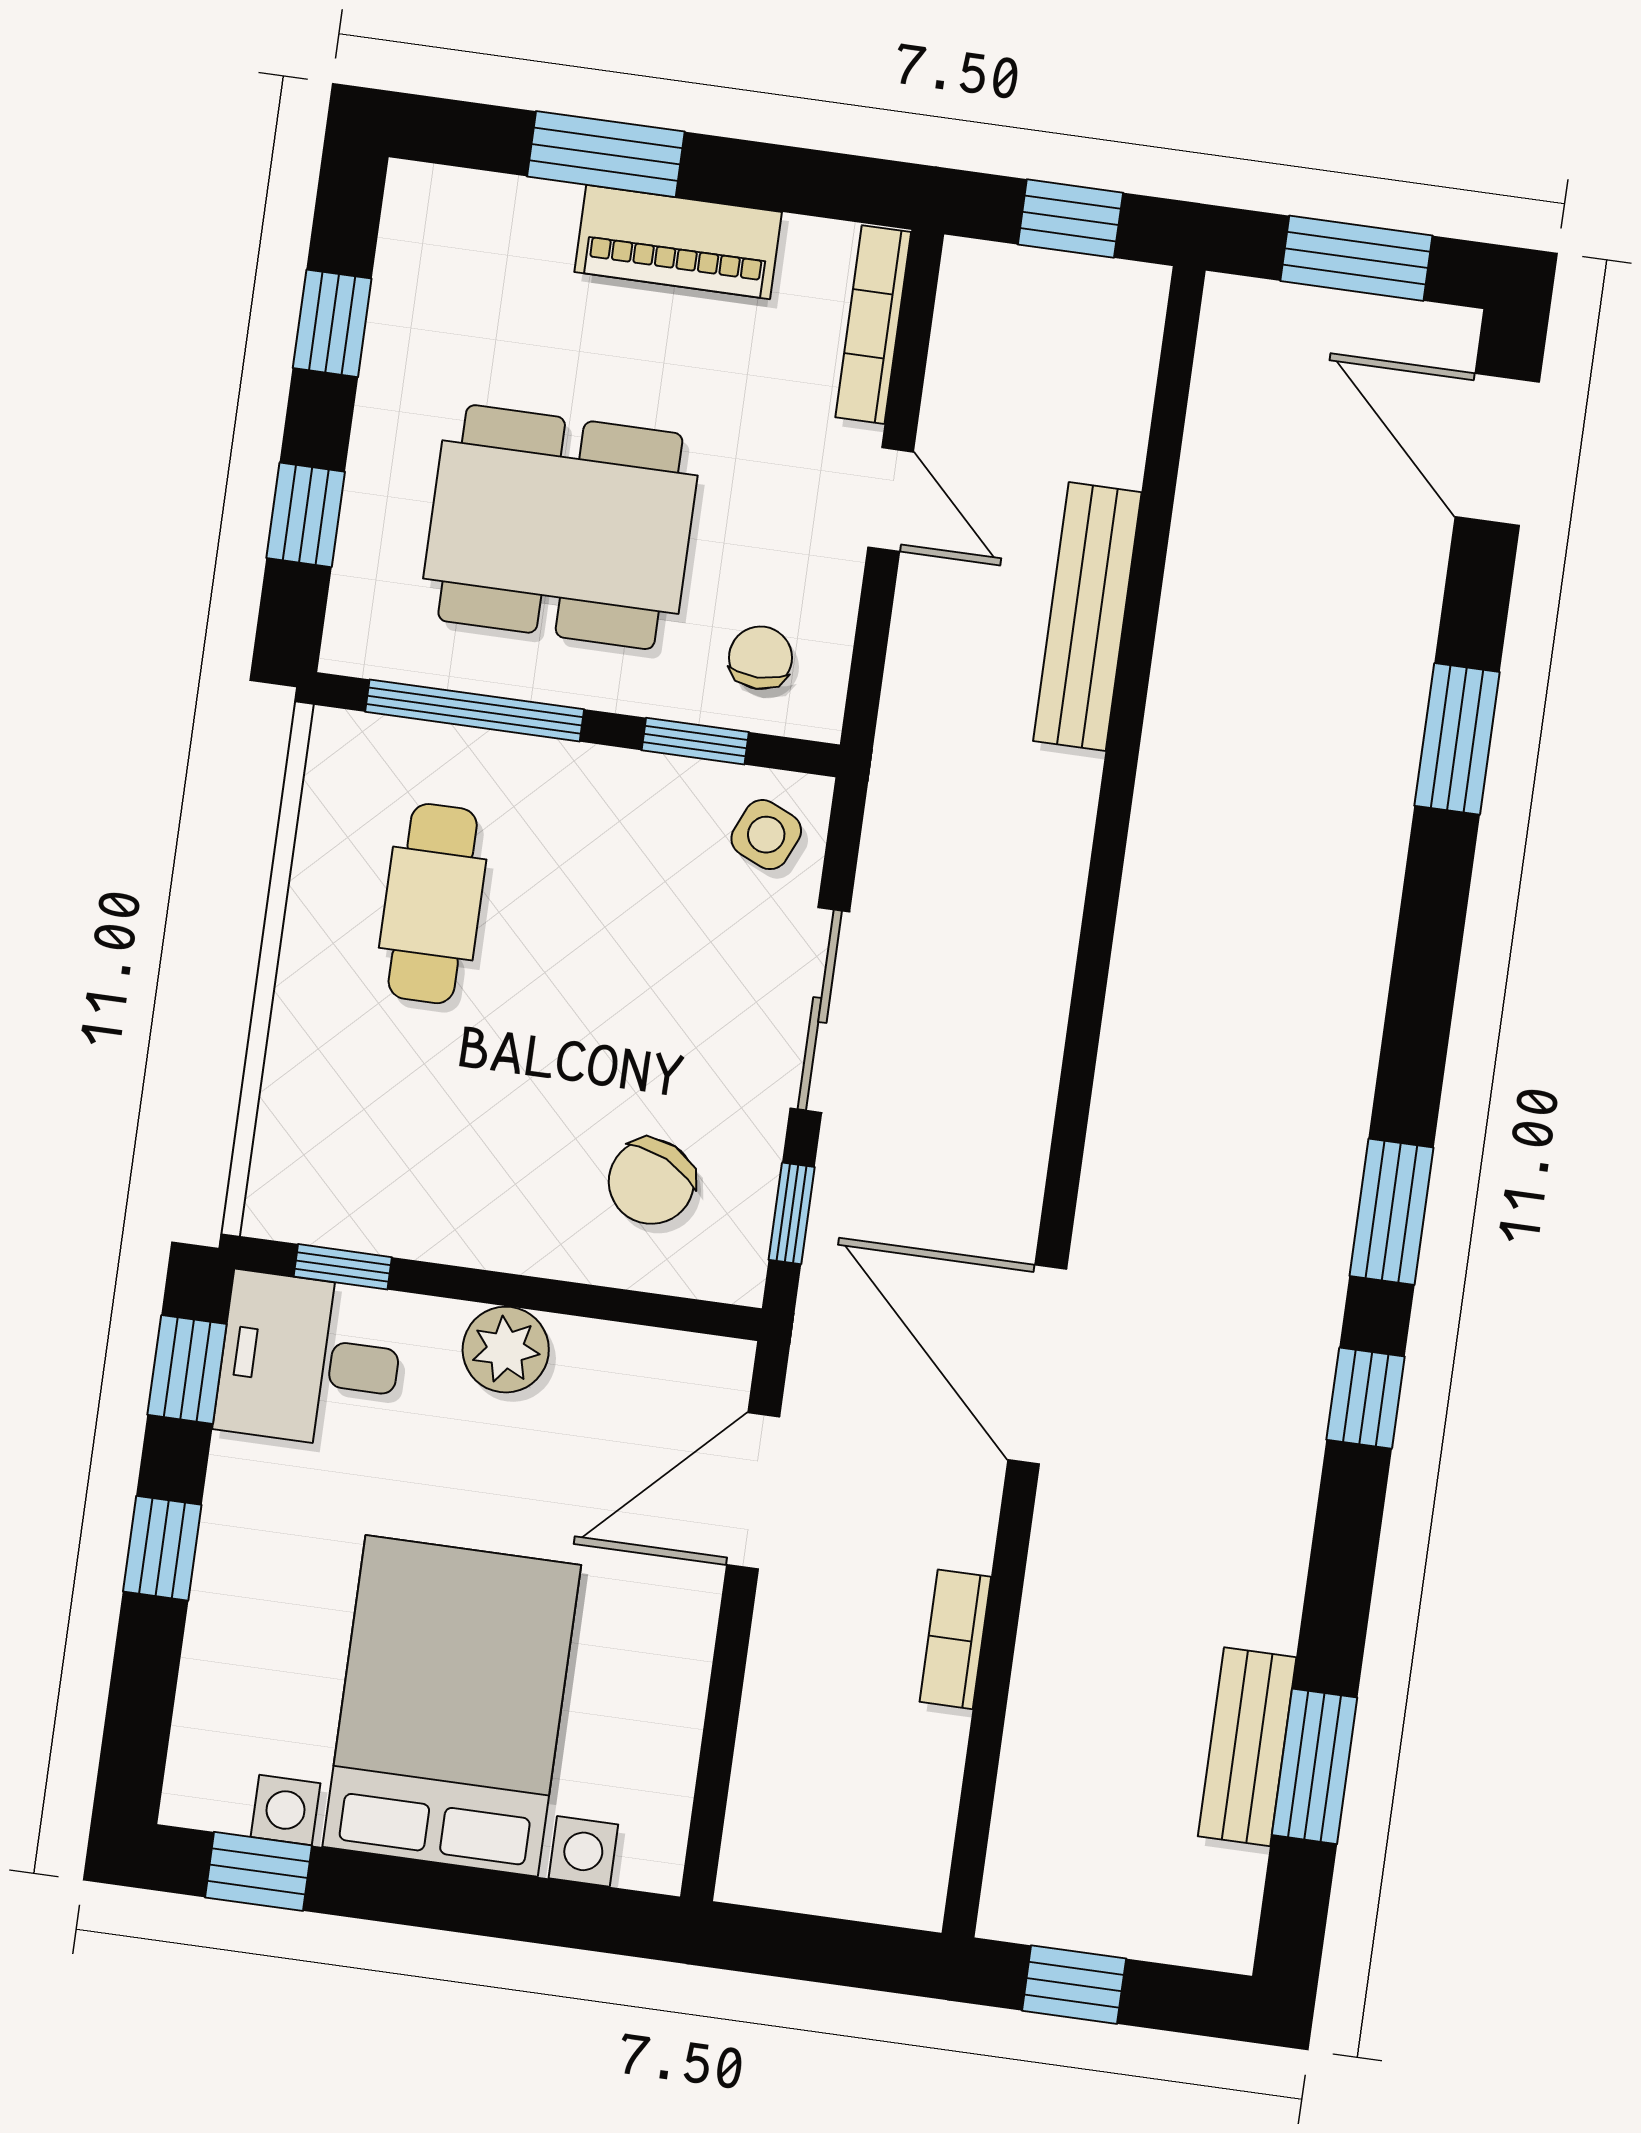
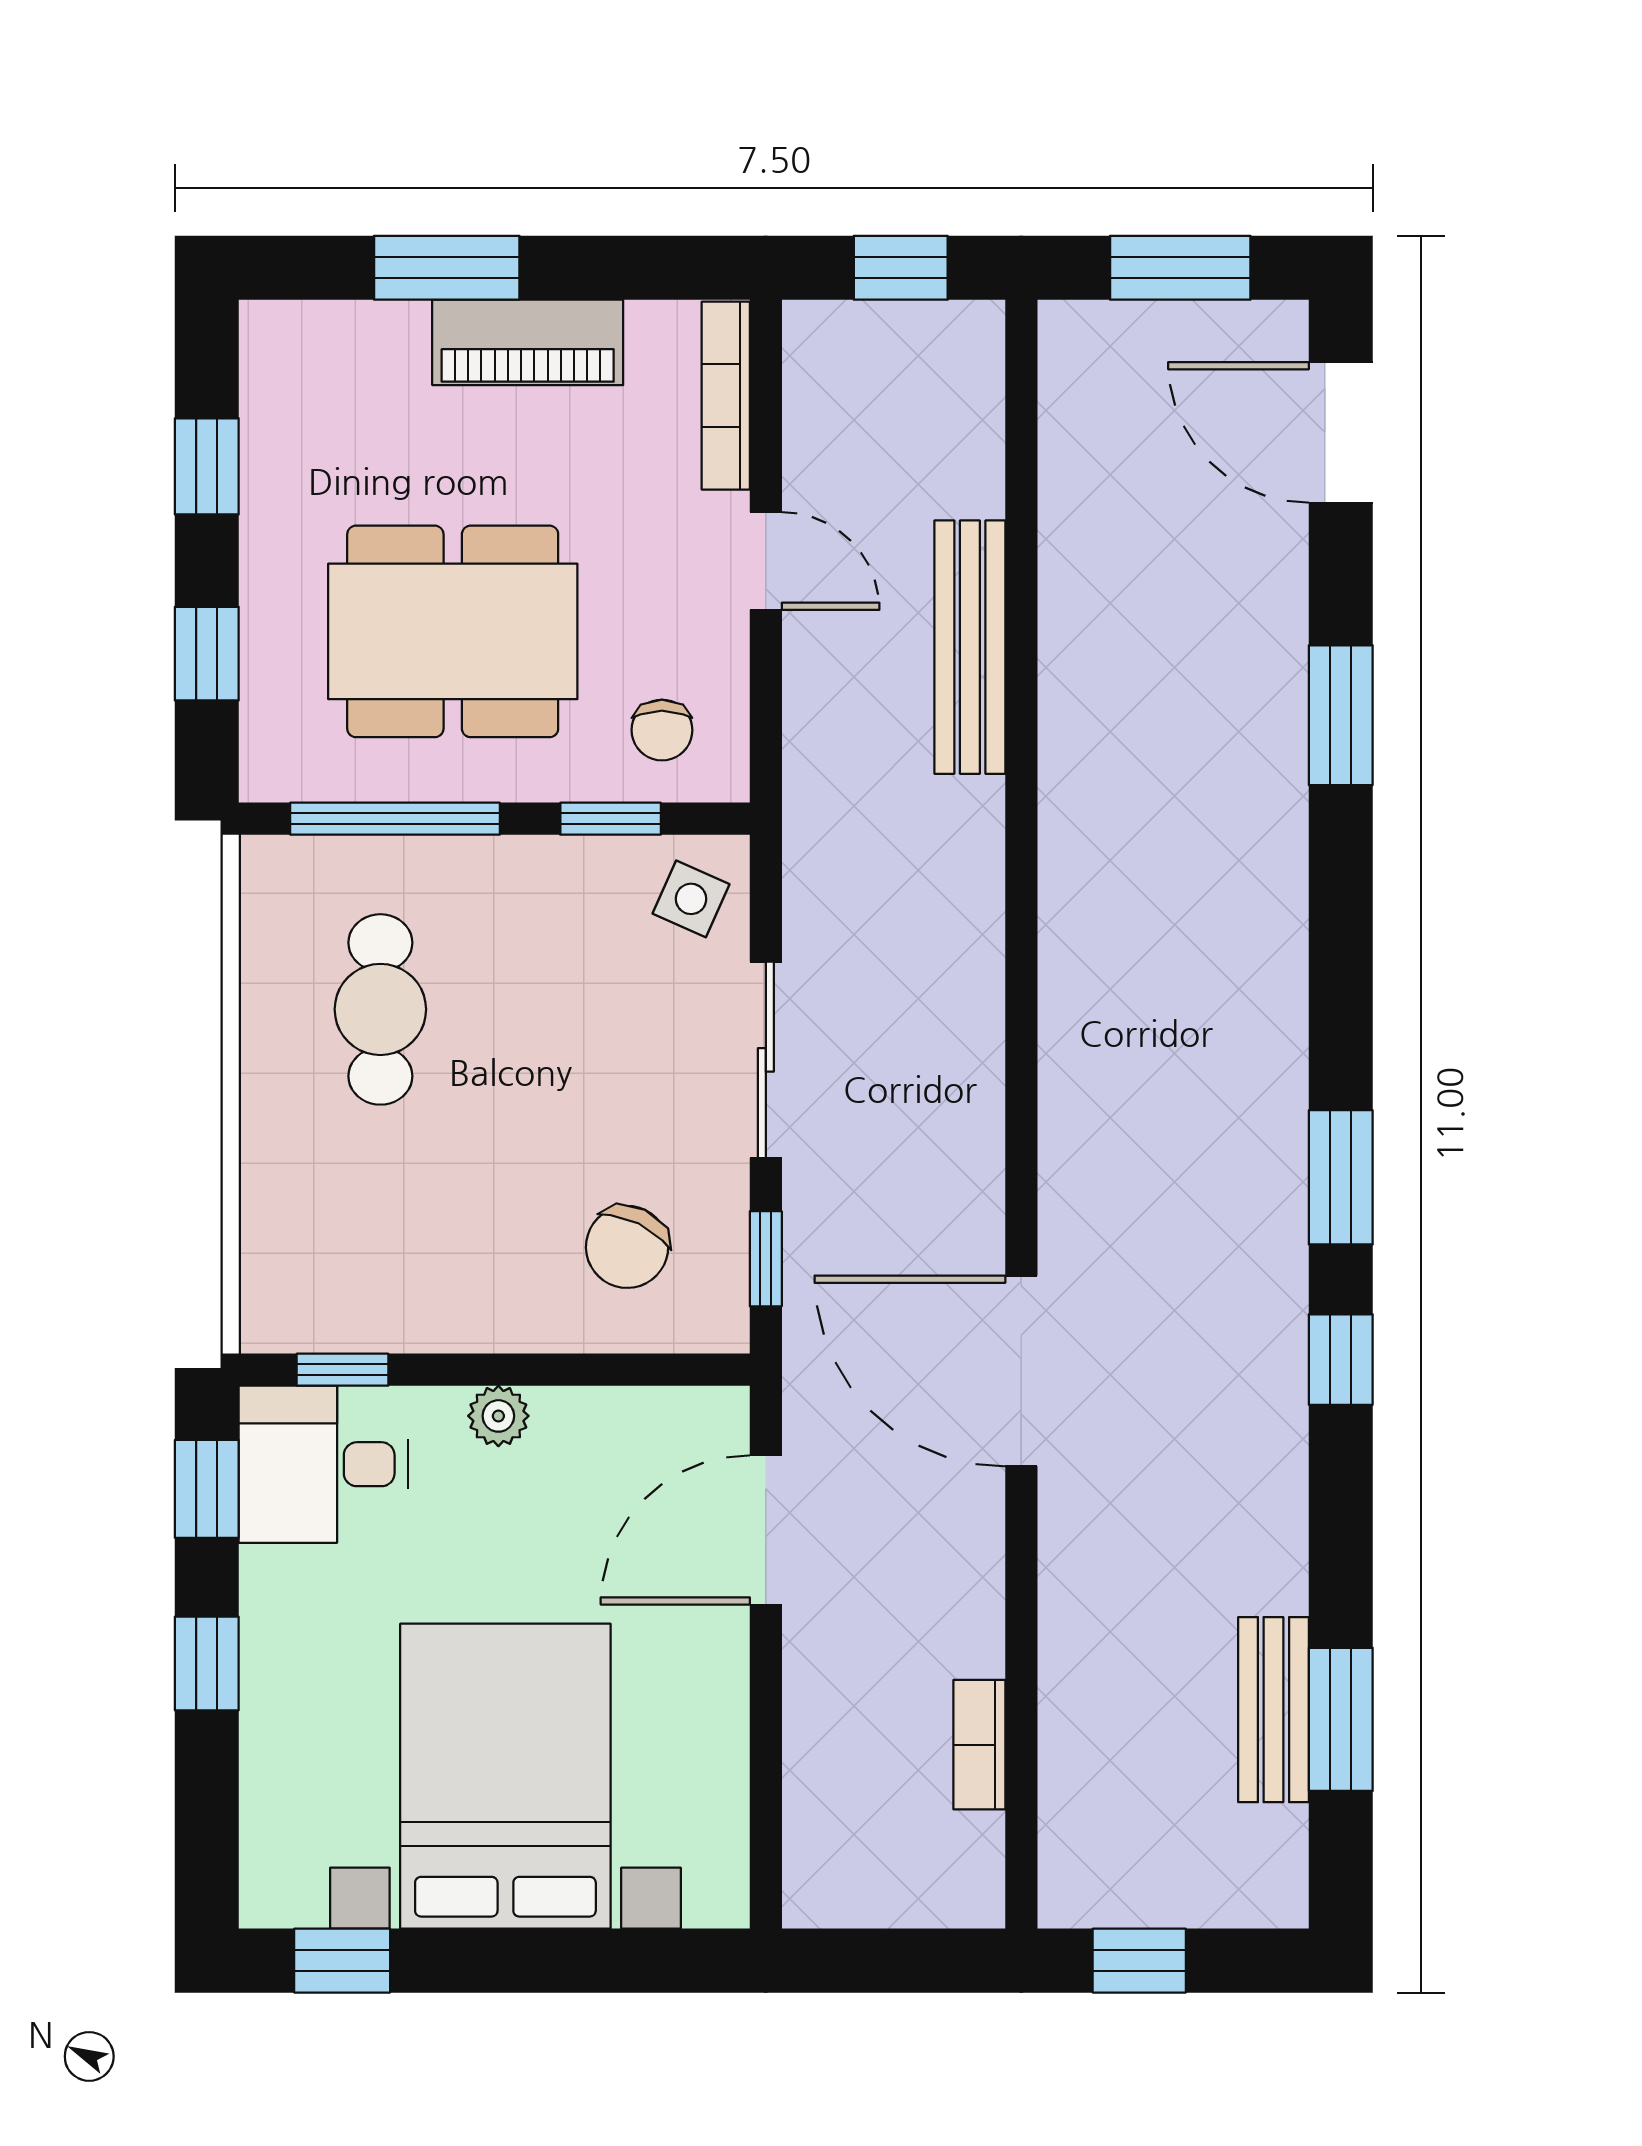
chair: (760, 658) -> (662, 730), turned 180
plant: (506, 1350) -> (498, 1416), width x0.73, depth x0.73
bookcase: (955, 1639) -> (979, 1745), moved

